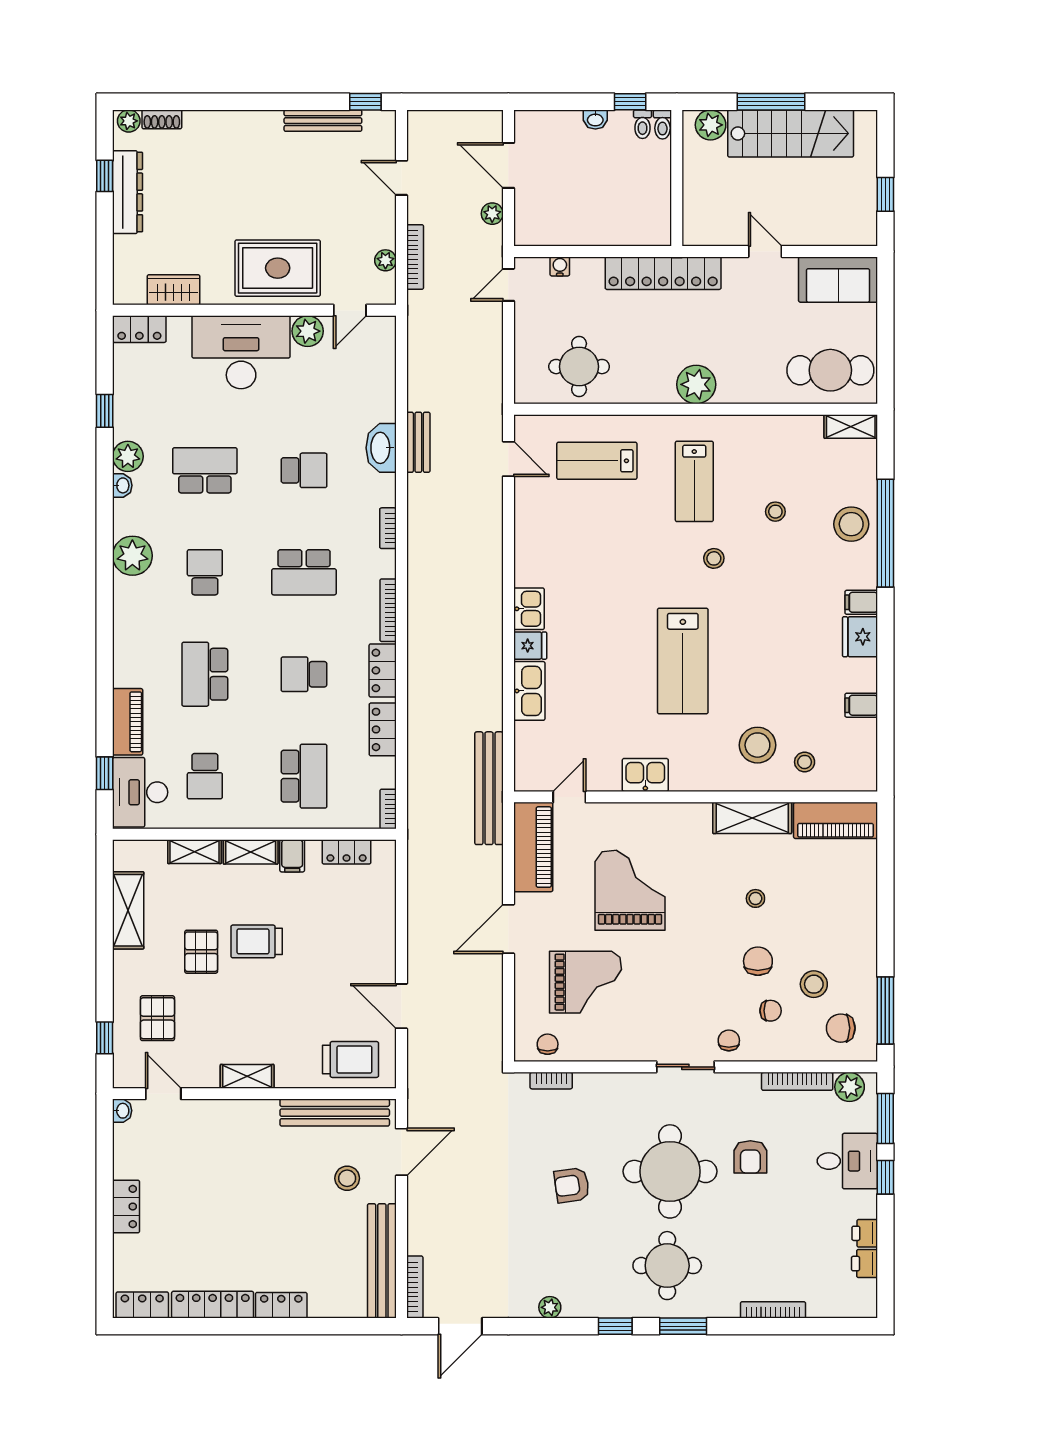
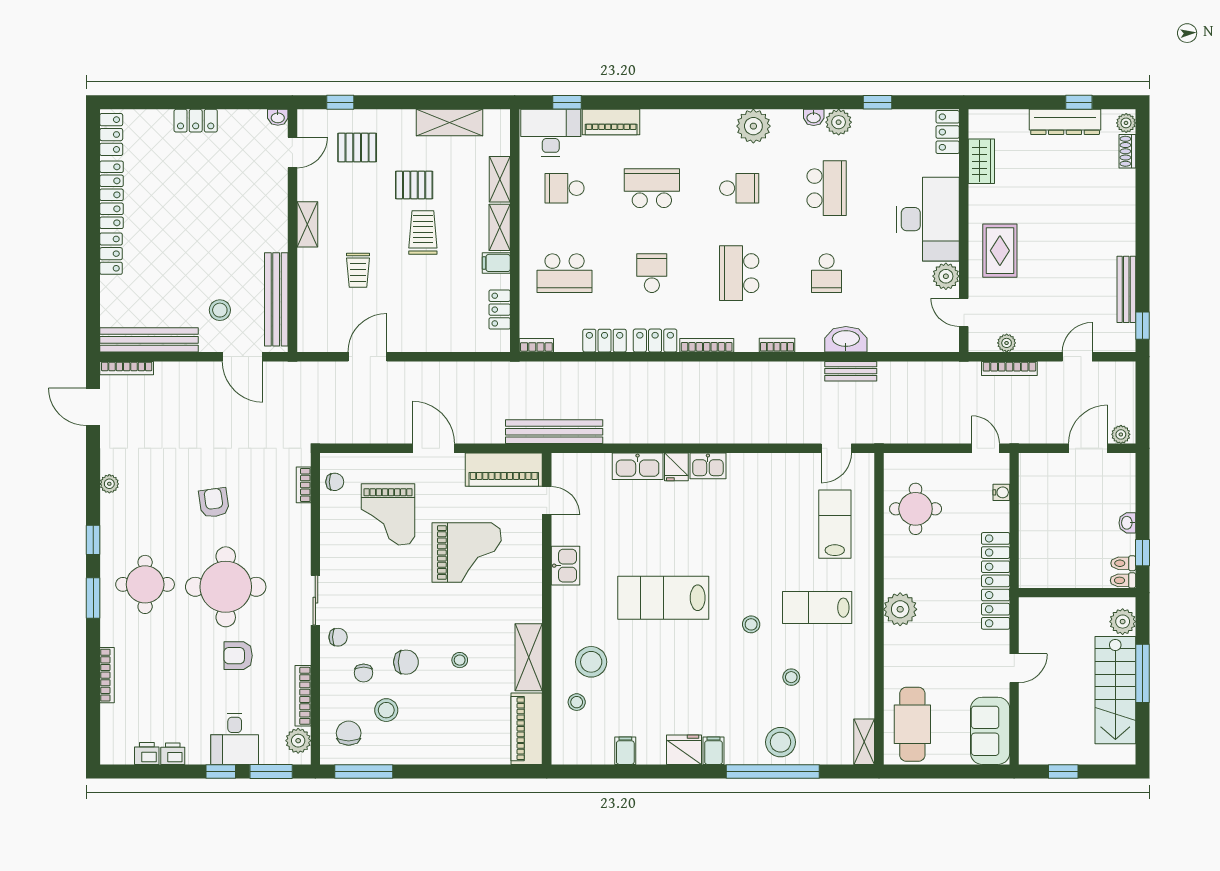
plant: (492, 214) -> (1121, 434), moved
rug: (278, 268) -> (1000, 251), width x0.73, depth x0.70
trolley: (350, 1059) -> (358, 270), moved, width x0.73, depth x0.72

